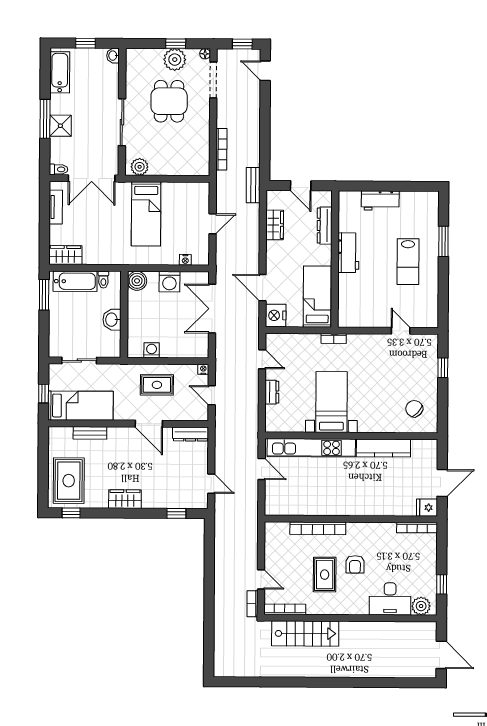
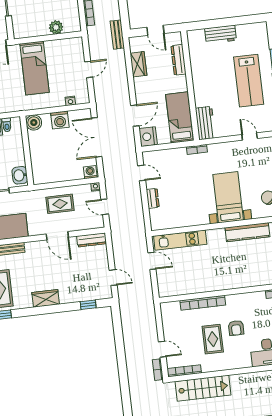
plant: (140, 167) -> (56, 27), moved
workbench: (348, 253) -> (205, 123), moved
lab bench: (408, 262) -> (249, 81), width x1.36, depth x1.39
door: (263, 288) -> (135, 116), swing flipped
washbasin: (112, 320) -> (20, 175), moved
washing machine: (152, 350) -> (90, 172), moved
bed with nightstands: (332, 402) -> (228, 197), moved
kitchen unit: (311, 448) -> (180, 240), width x0.73

